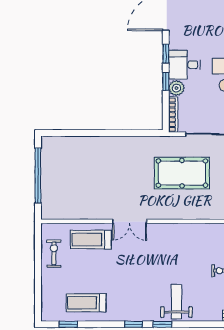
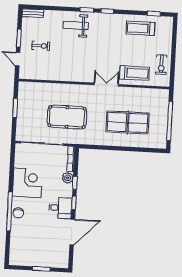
desk: (184, 65) -> (60, 208), moved
table tennis table: (97, 170) -> (127, 122), added
weight bench: (176, 302) -> (76, 26), turned 90
treadmill: (86, 303) -> (140, 28), turned 180

